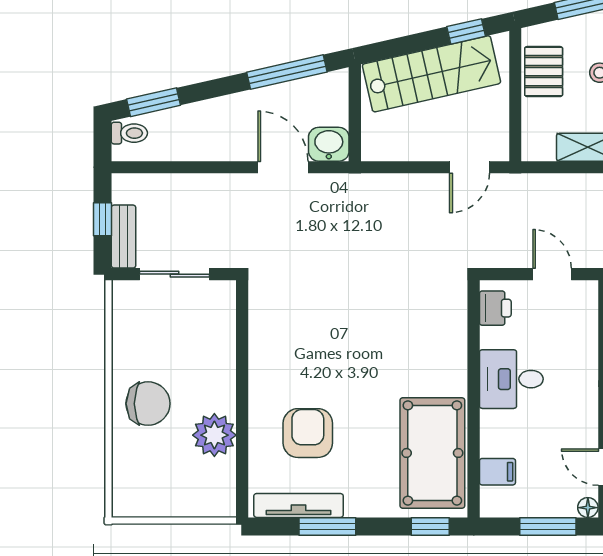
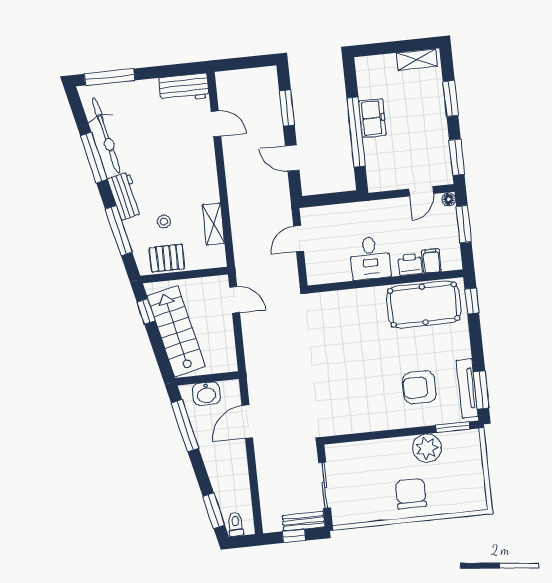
washbasin: (329, 144) -> (206, 394), moved, turned -90
printer: (495, 308) -> (410, 264), moved
window: (242, 477) -> (453, 427), added
window: (327, 526) -> (481, 390), moved

